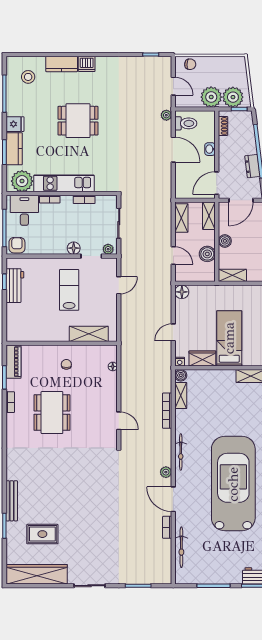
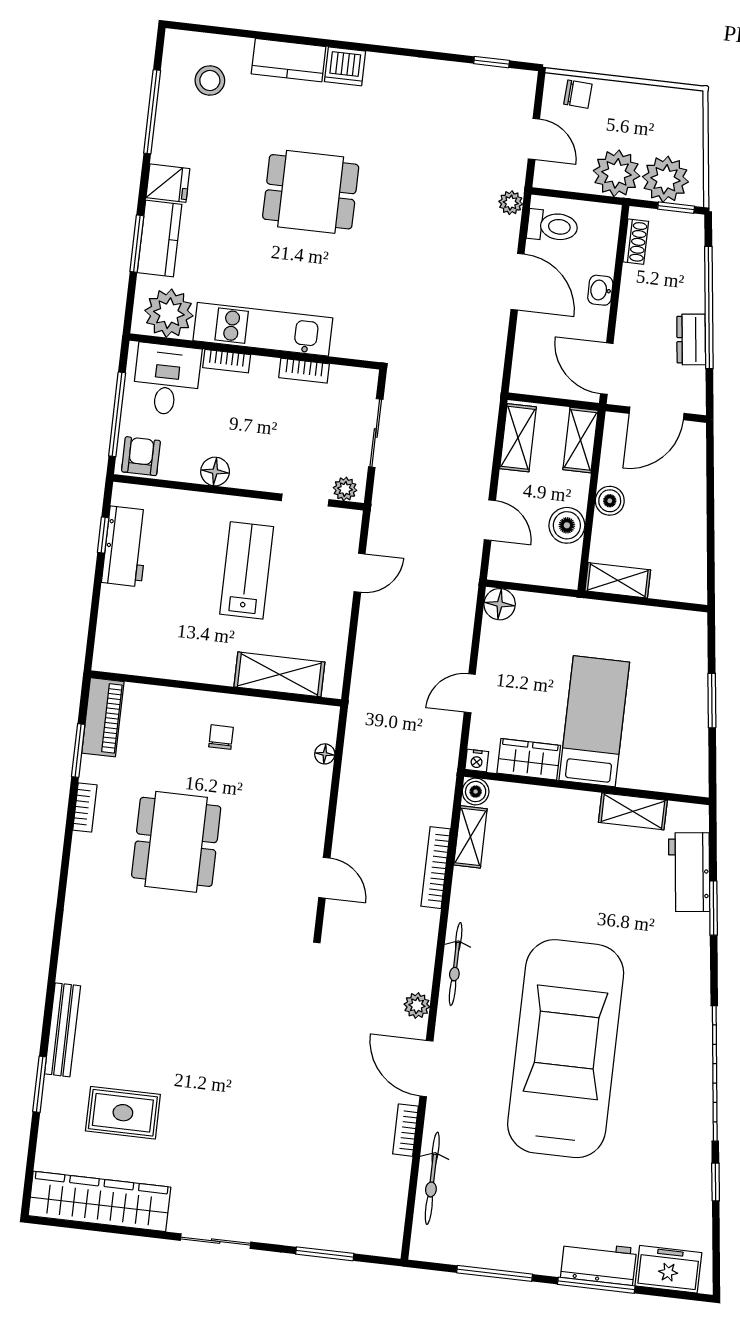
door: (217, 183) -> (607, 369), hinge flipped
floor lamp: (74, 248) -> (215, 472), moved

